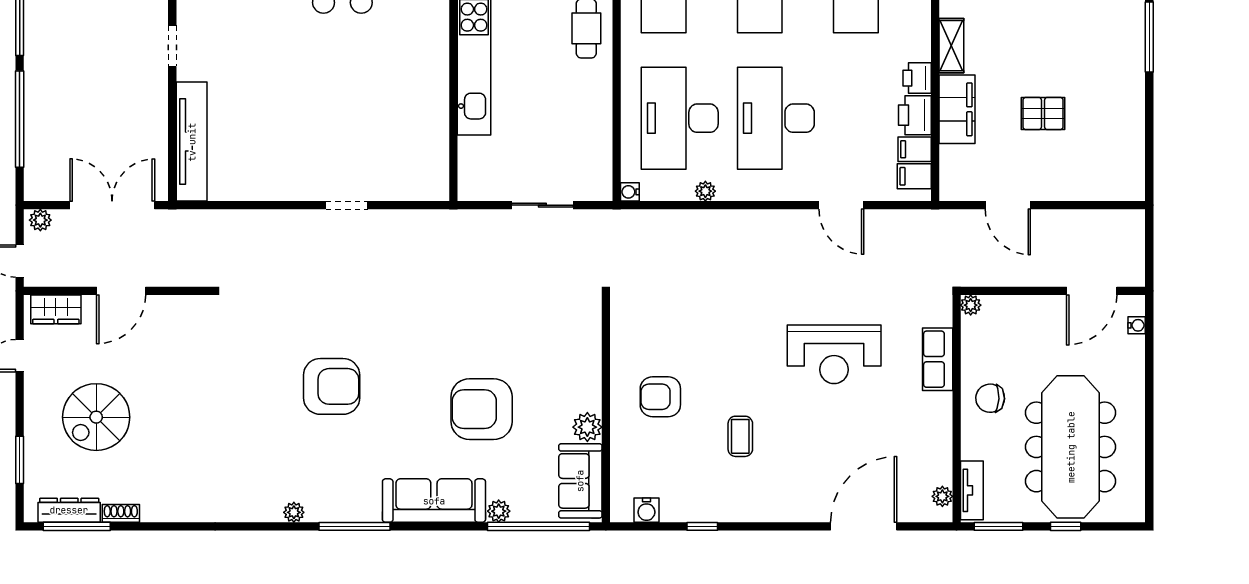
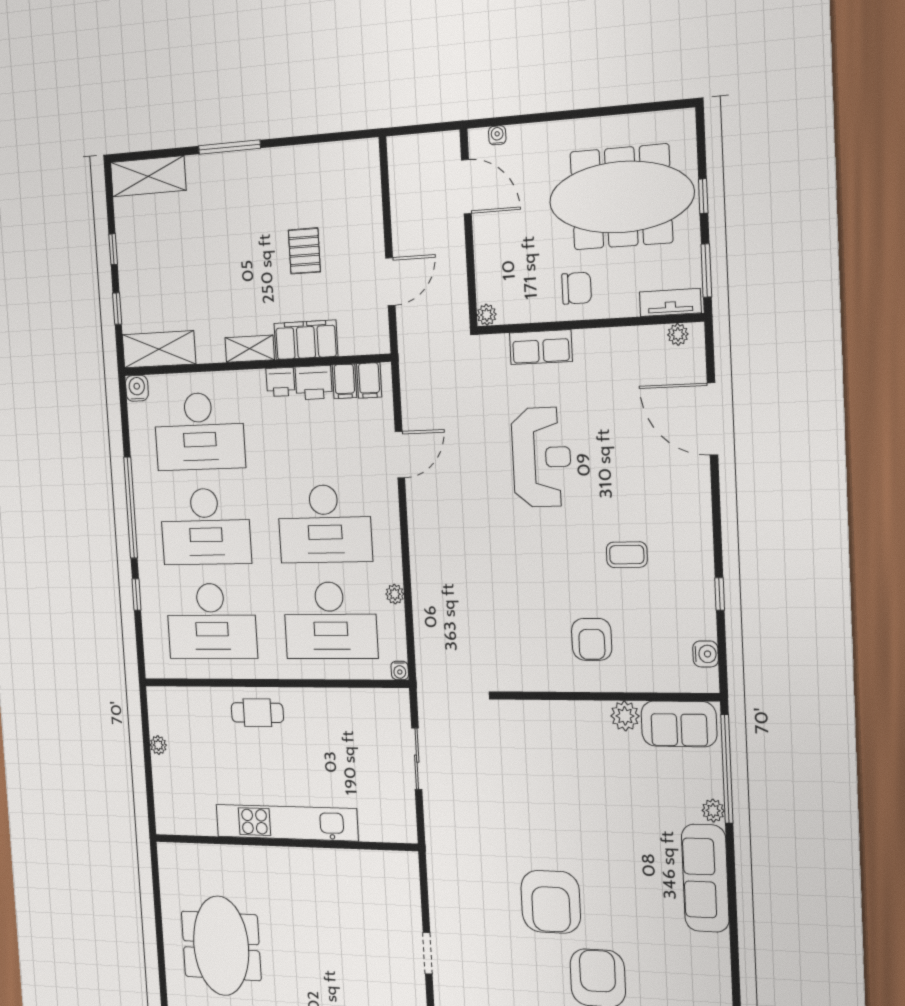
chair: (990, 398) -> (577, 288), turned -92
armchair: (482, 409) -> (551, 902), moved
window: (354, 526) -> (735, 962), removed

